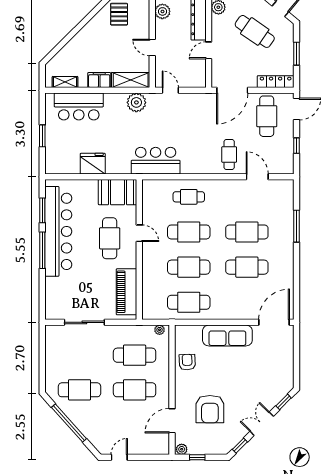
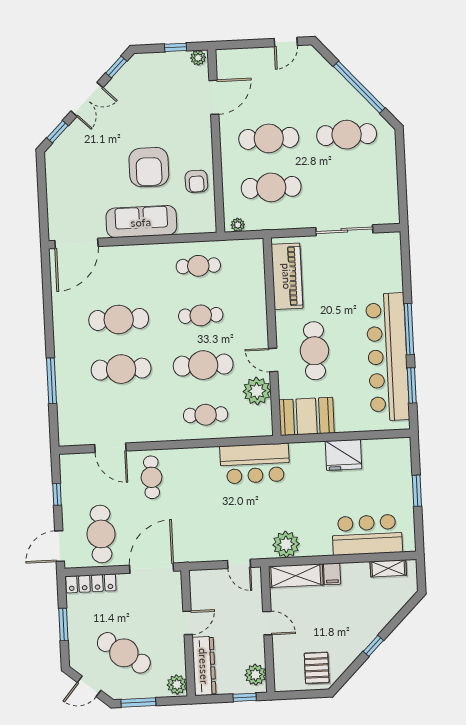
window: (78, 28) -> (373, 646), added
filing cabinet: (99, 80) -> (332, 574), width x0.50
plant: (152, 212) -> (257, 391), added
cafe table: (189, 267) -> (201, 315), width x0.73, depth x0.74
cafe table: (189, 302) -> (198, 266), width x0.73, depth x0.74
armchair: (210, 409) -> (149, 167), moved, turned 180

